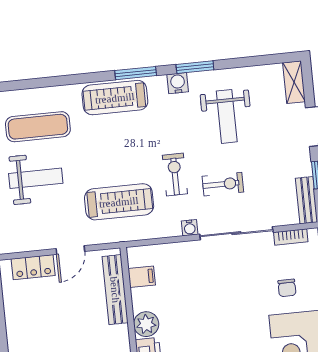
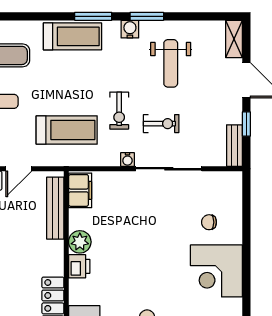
treadmill: (115, 98) -> (72, 36), turned 180
exercise bike: (175, 174) -> (119, 111), turned 180
bookcase: (291, 237) -> (217, 177), removed
filing cabinet: (142, 277) -> (80, 190), width x2.00
chair: (287, 288) -> (209, 222), turned 90

